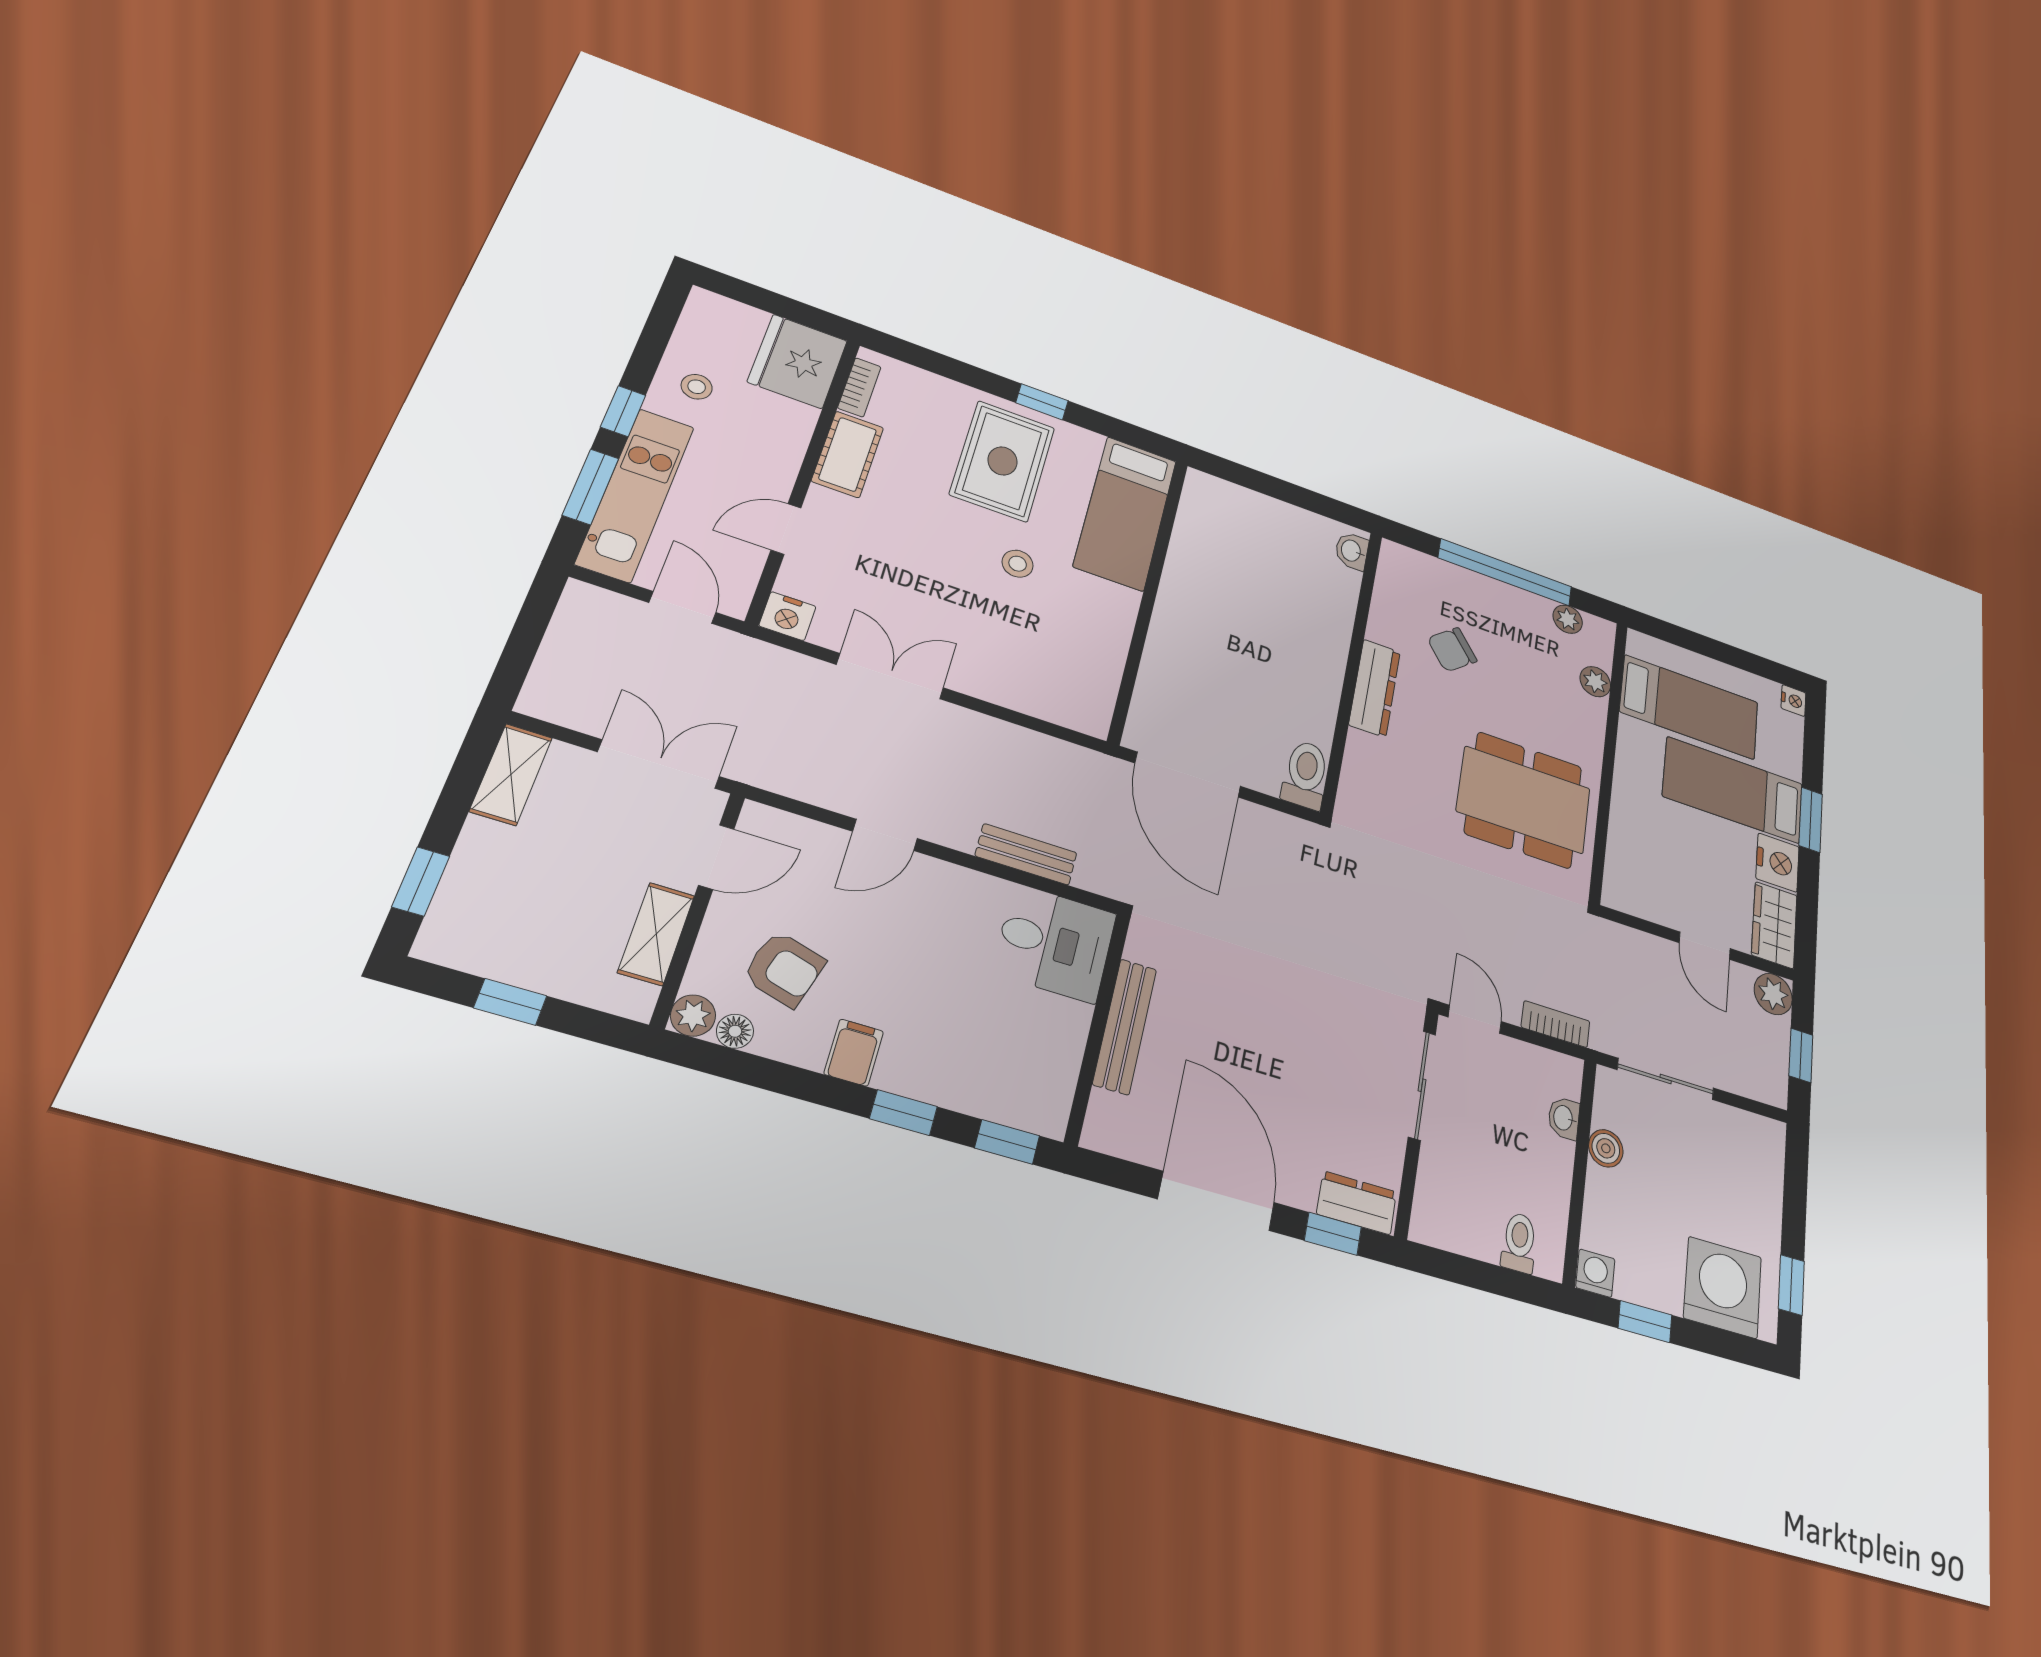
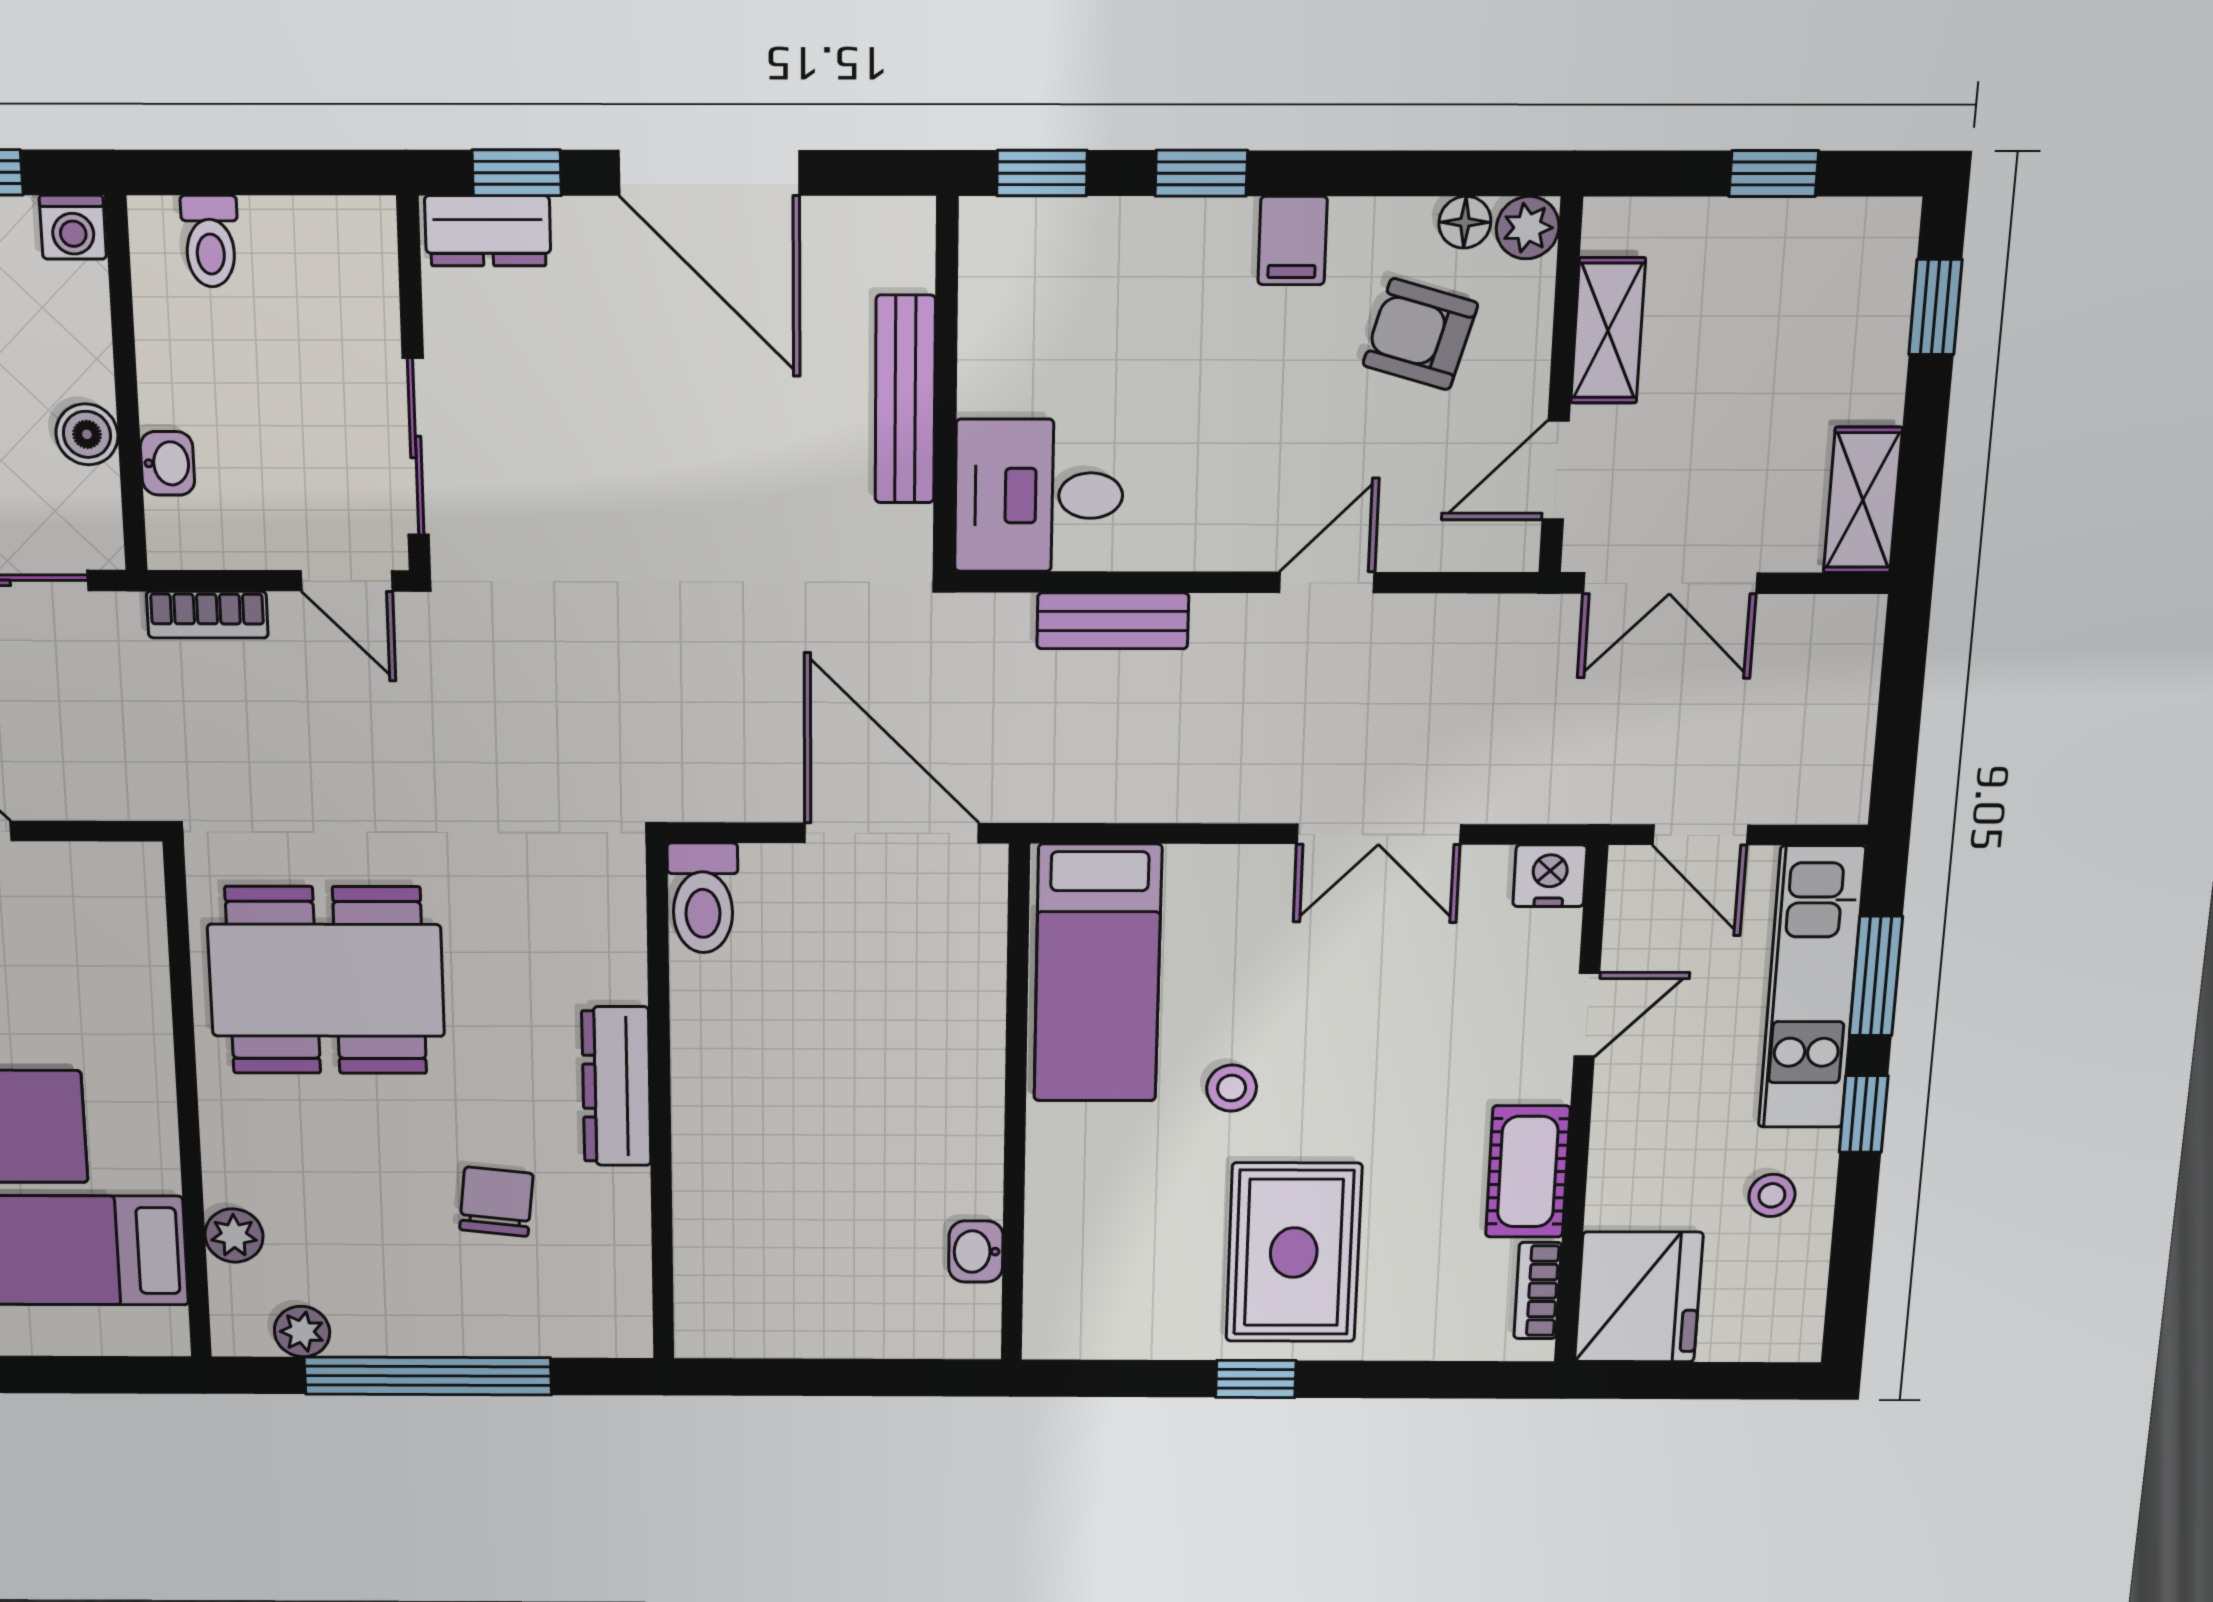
bed: (1125, 513) -> (1097, 973), moved, turned 180
washbasin: (1352, 551) -> (976, 1252), moved, turned 180
chair: (1452, 650) -> (496, 1202), turned -45

